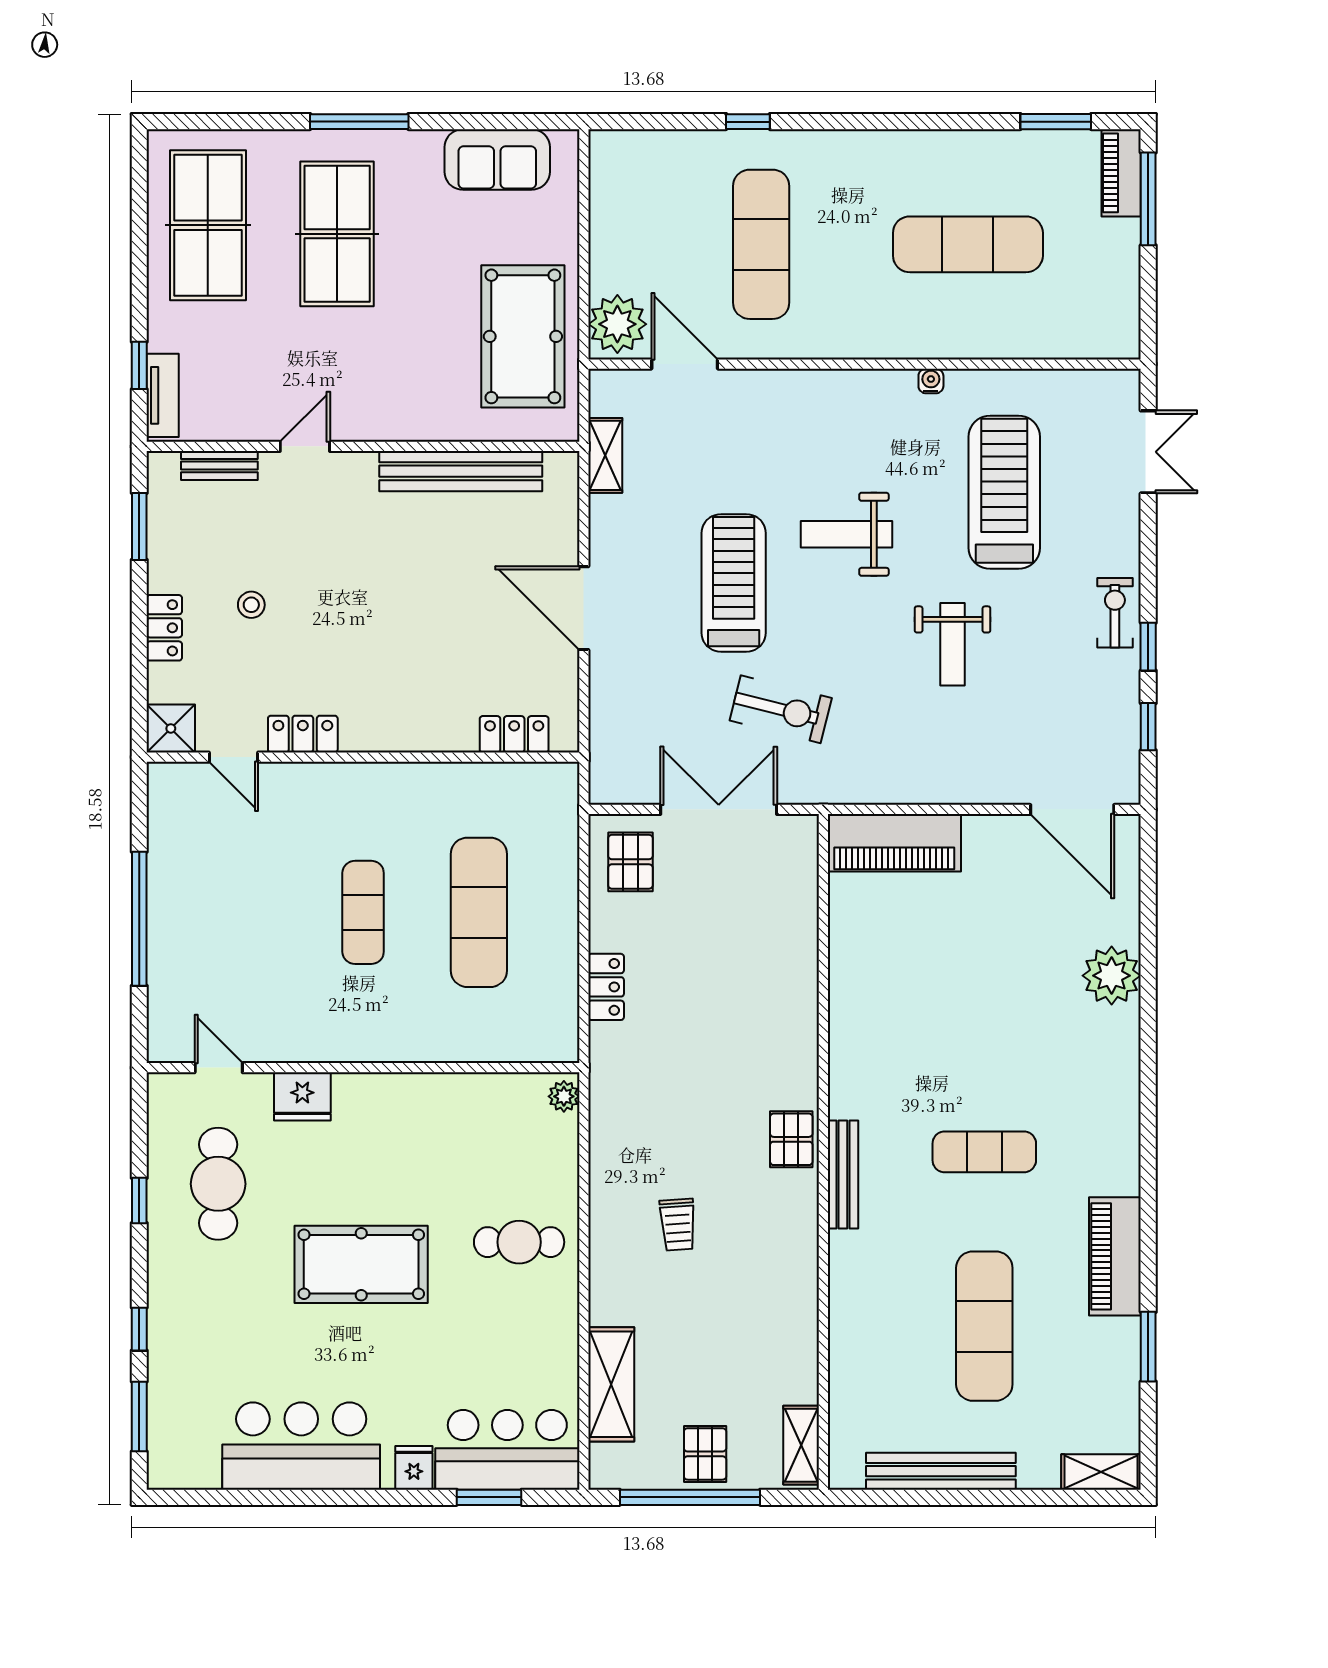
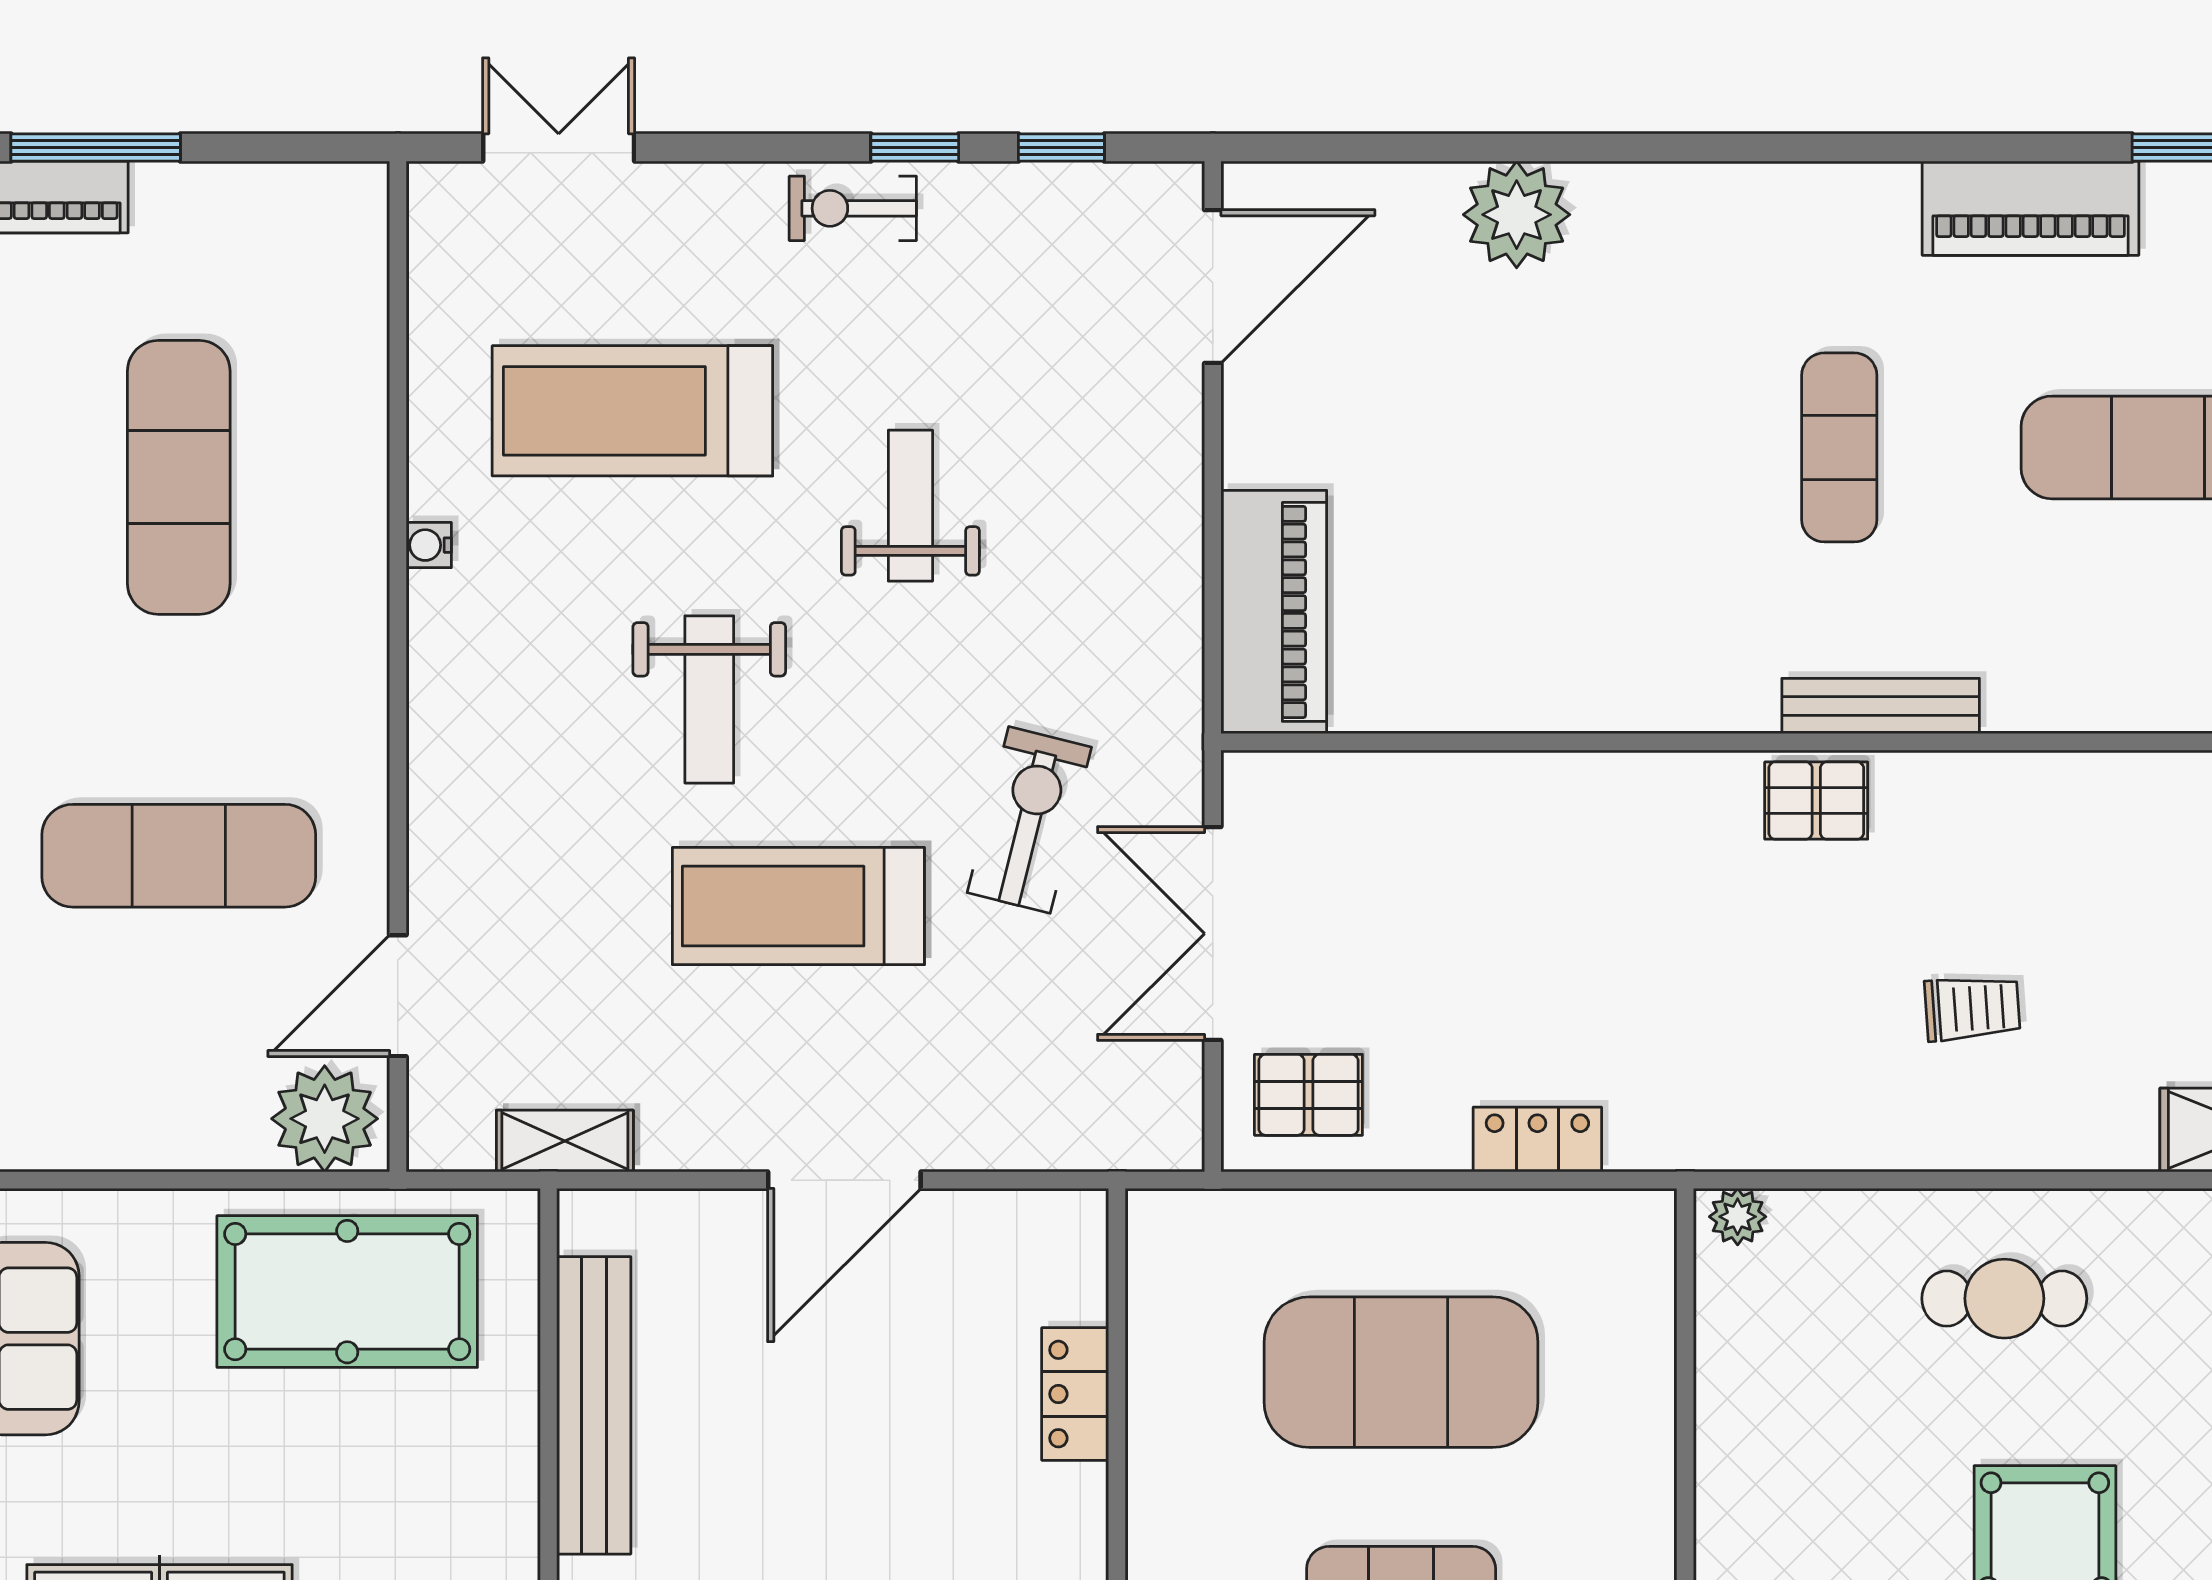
weight bench: (952, 644) -> (910, 506), turned -90
locker: (514, 734) -> (1075, 1394), moved
exercise mat: (479, 912) -> (1401, 1372), width x1.47
cafe table: (519, 1242) -> (2004, 1299), turned 90

